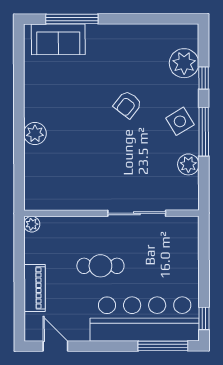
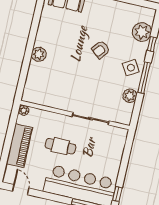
piano: (35, 288) -> (20, 146), width x1.37, depth x1.33

